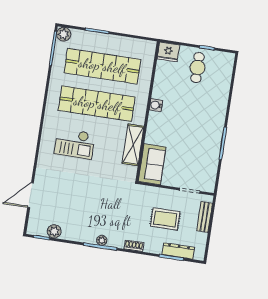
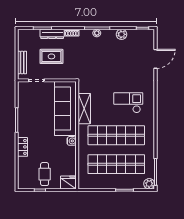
locker: (221, 107) -> (23, 147), added
sofa: (152, 164) -> (65, 109), width x1.85, depth x1.27
plant: (54, 231) -> (121, 34), moved
dresser: (178, 251) -> (52, 34), moved

